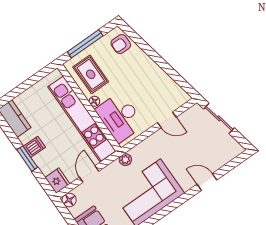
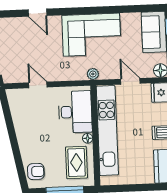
door: (89, 174) -> (130, 81), swing flipped

